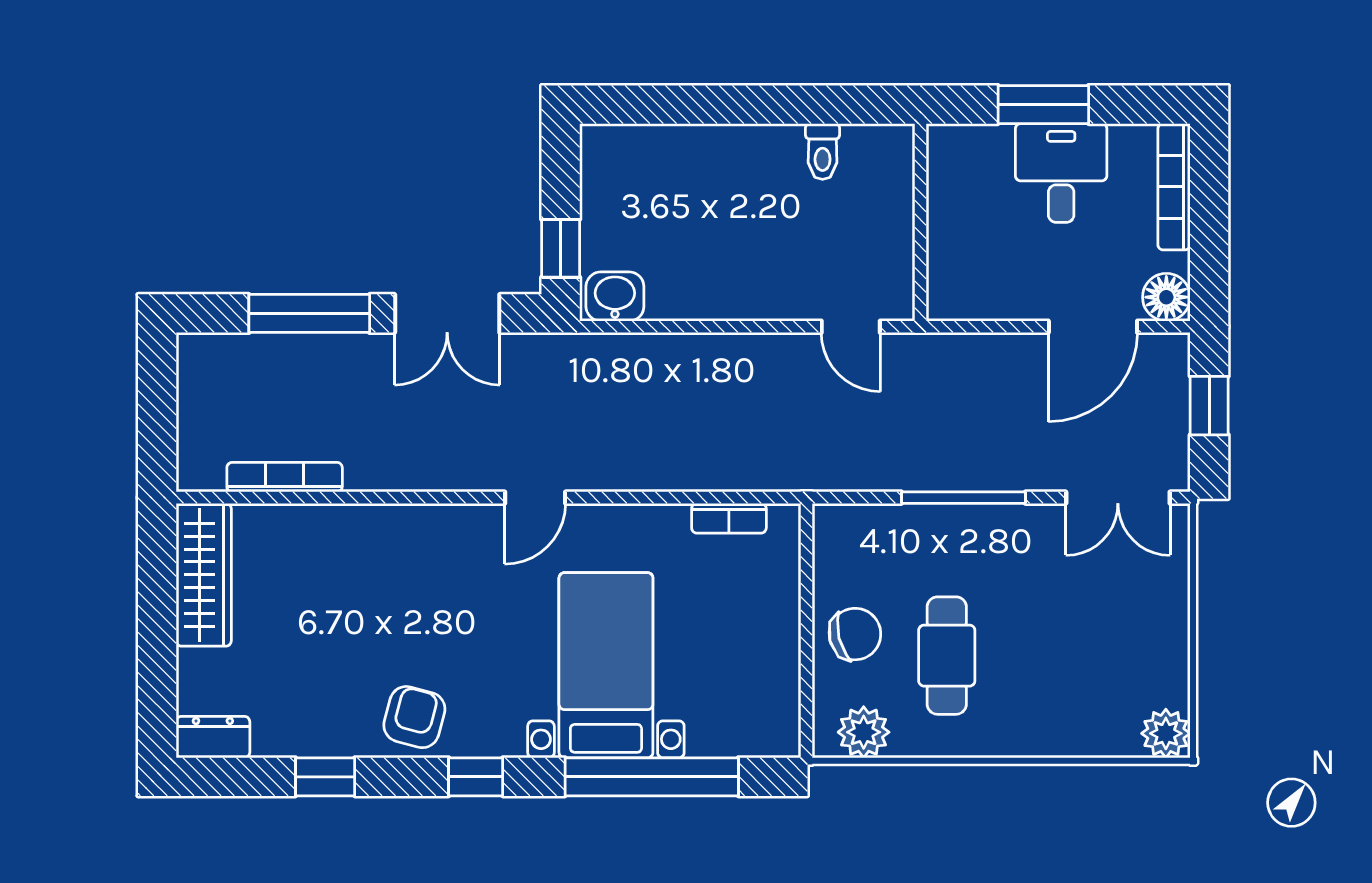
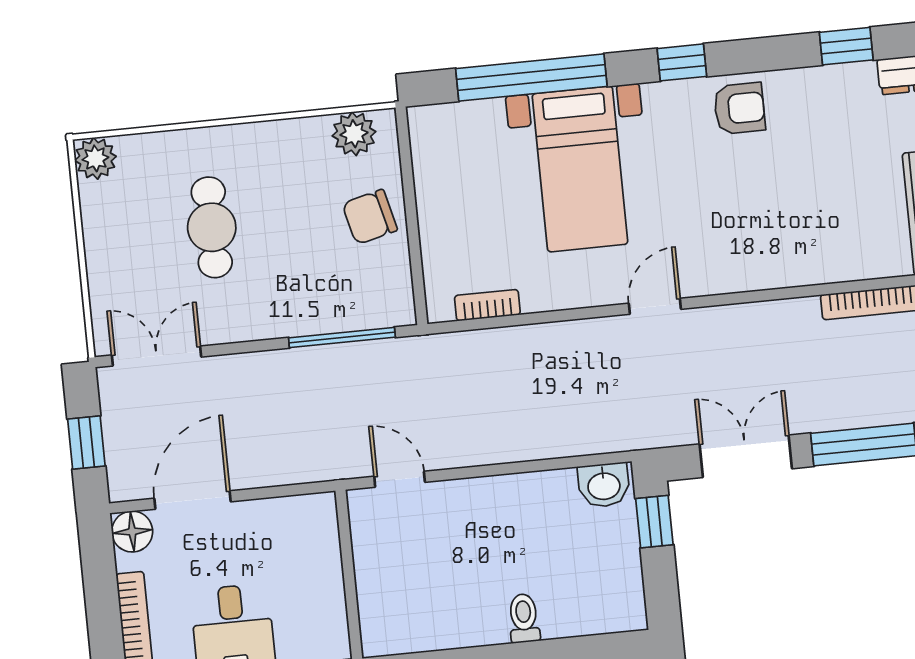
toilet: (823, 152) -> (524, 618), moved
window: (963, 498) -> (342, 337), moved
cafe table: (947, 656) -> (212, 227), moved
armchair: (414, 717) -> (739, 108), turned -105
window: (325, 777) -> (846, 46), moved

